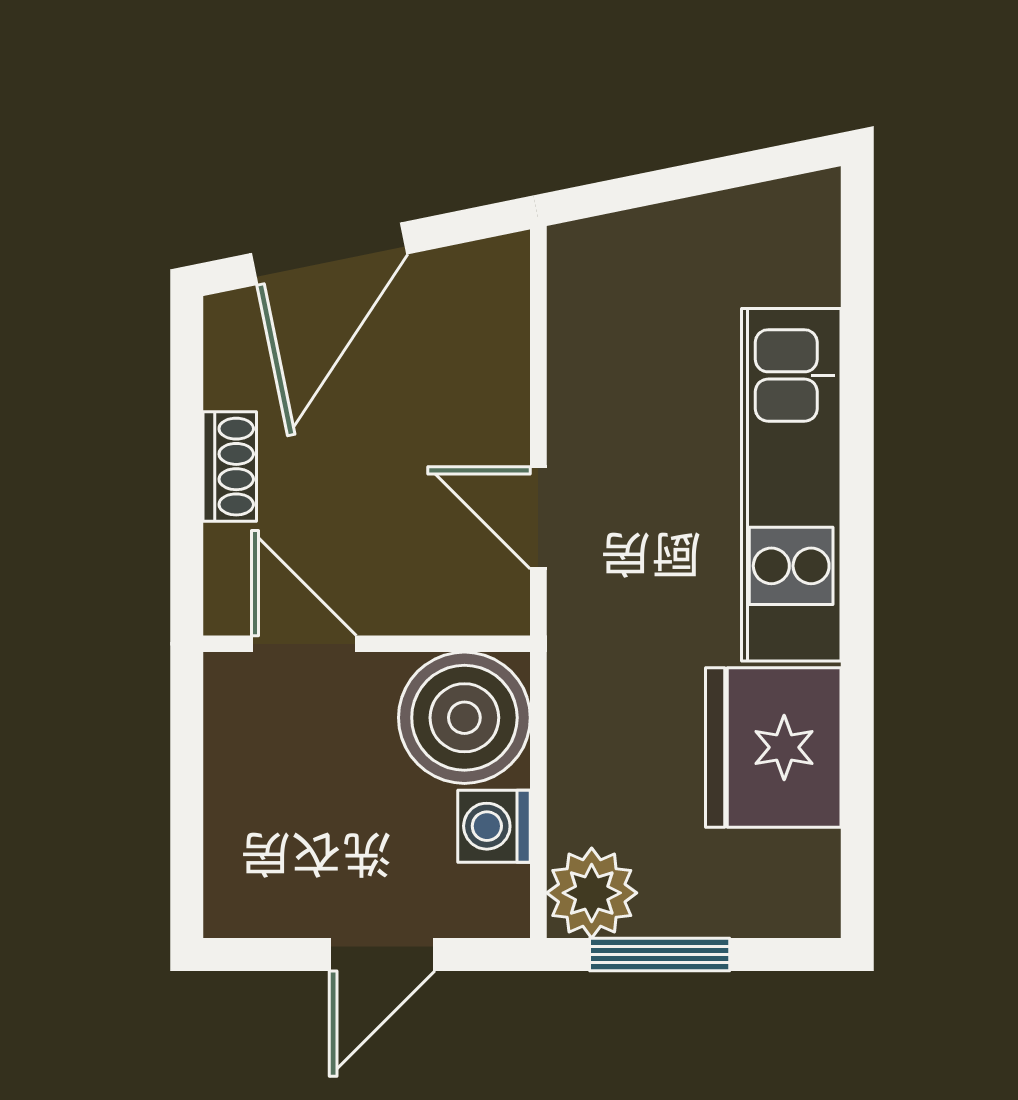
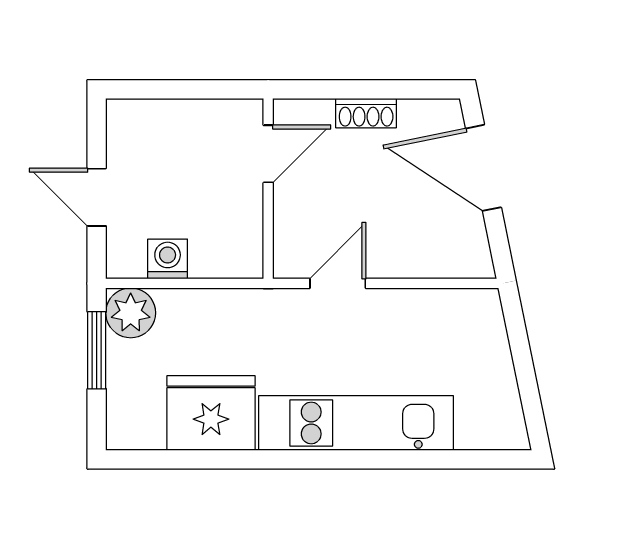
boiler: (464, 718) -> (227, 243), removed

